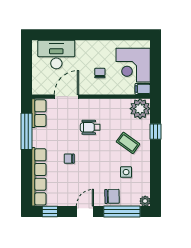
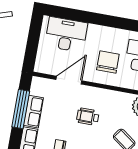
chair: (100, 73) -> (108, 62), width x1.87, depth x1.87
row of seats: (39, 113) -> (33, 112), moved

